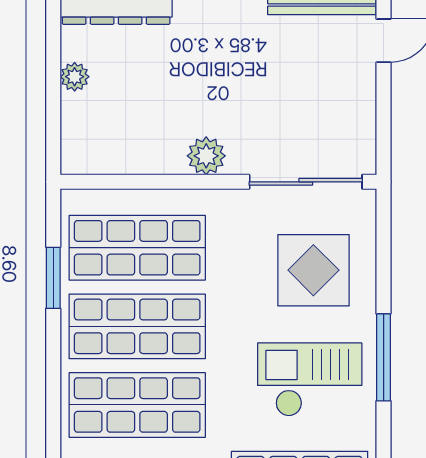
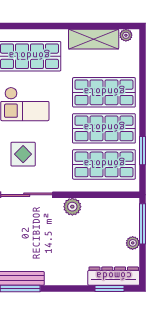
window: (53, 118) -> (143, 224), added
display table: (313, 270) -> (23, 154), width x0.73, depth x0.73

